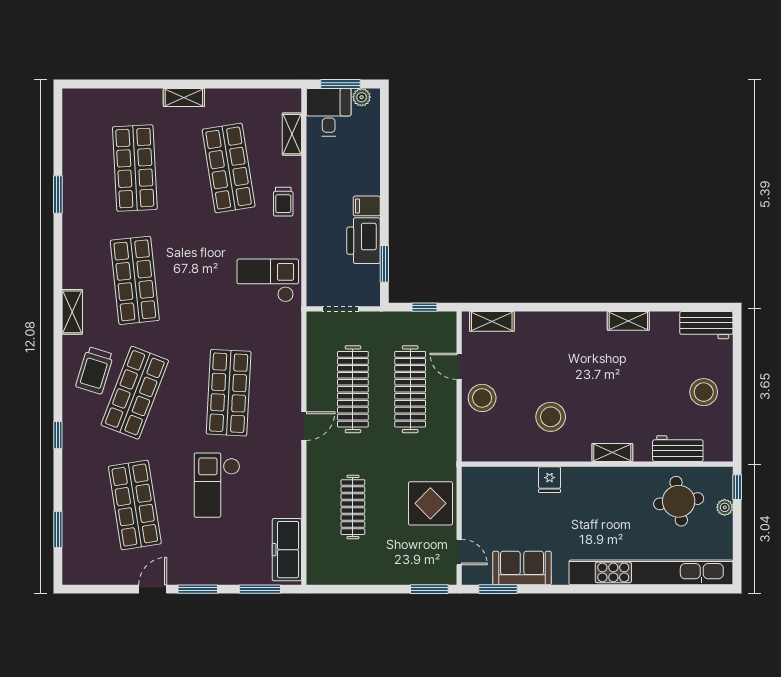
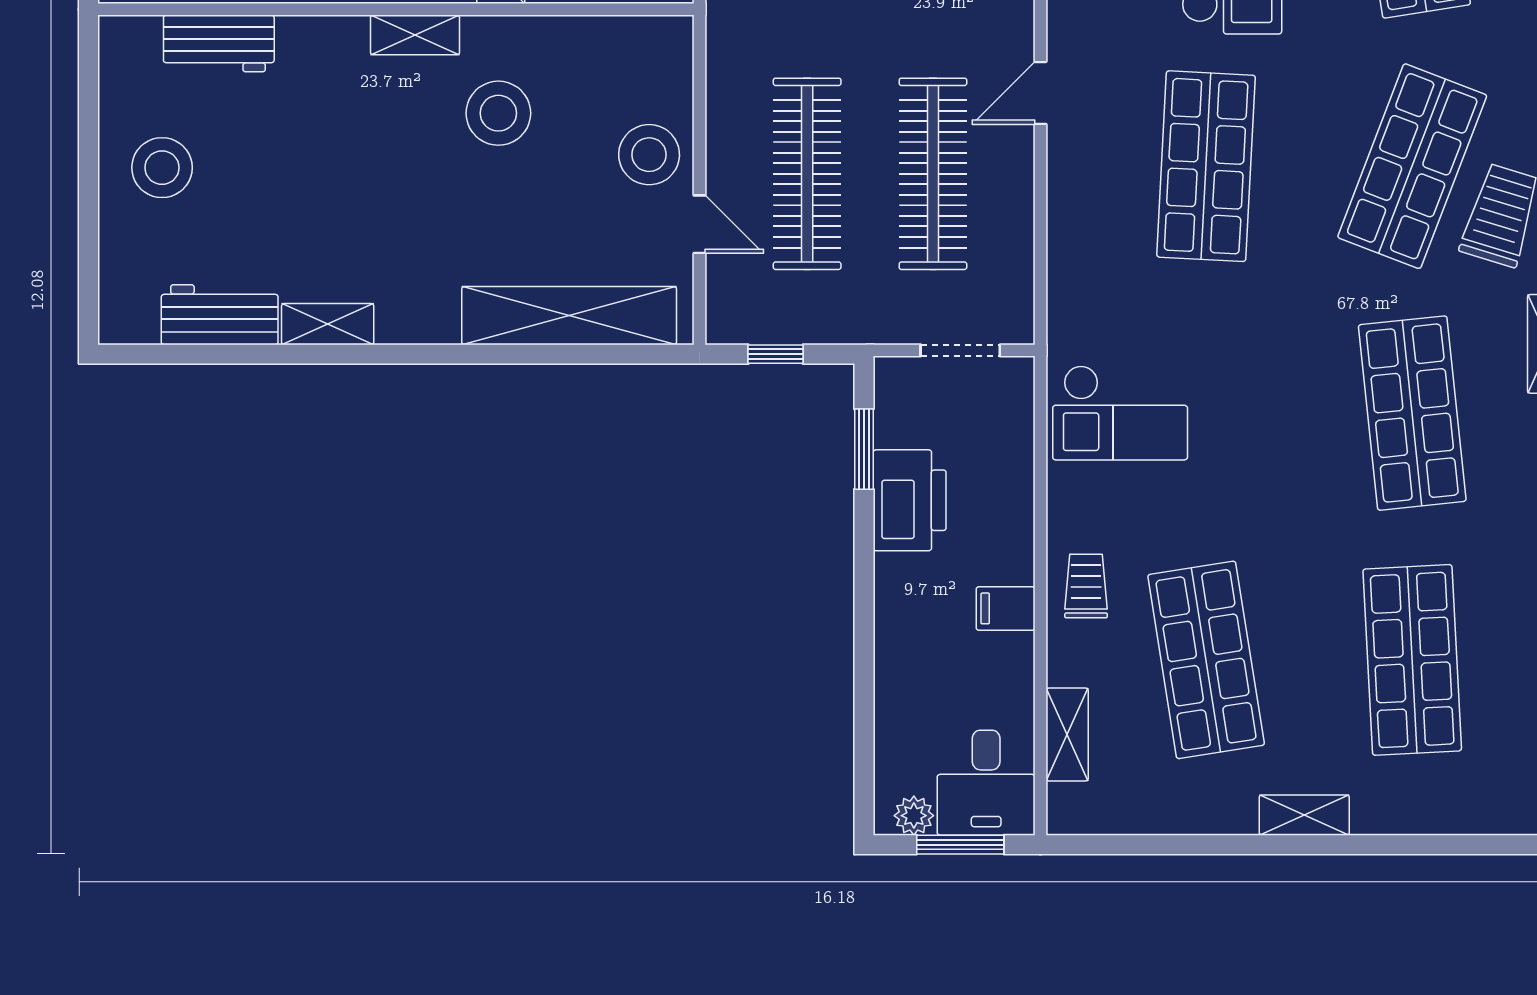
filing cabinet: (367, 206) -> (1006, 608), moved, turned 180
shelving: (492, 321) -> (569, 316), width x2.20, depth x1.33
workbench: (706, 325) -> (220, 315), moved
shelving: (612, 452) -> (415, 35), moved

